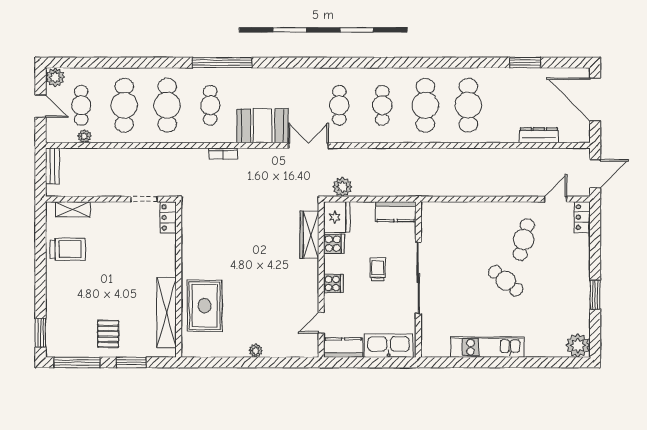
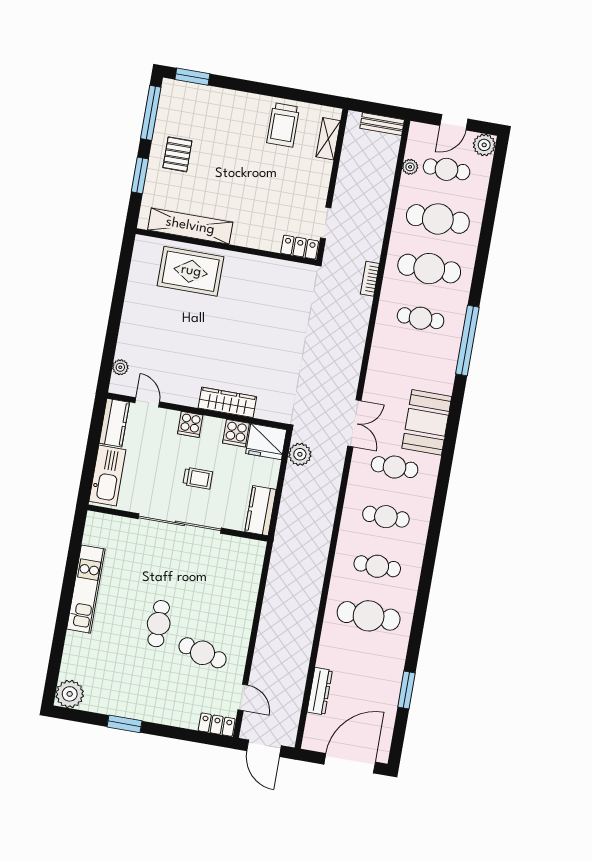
cafe table: (425, 105) -> (377, 566), width x0.73, depth x0.74
booth: (263, 126) -> (427, 422), moved
bookcase: (223, 154) -> (370, 279), moved
wardrobe: (309, 235) -> (227, 402), moved
cafe table: (506, 281) -> (159, 624), turned -40
pallet: (108, 334) -> (177, 154), turned 90
plant: (256, 351) -> (120, 367), moved

